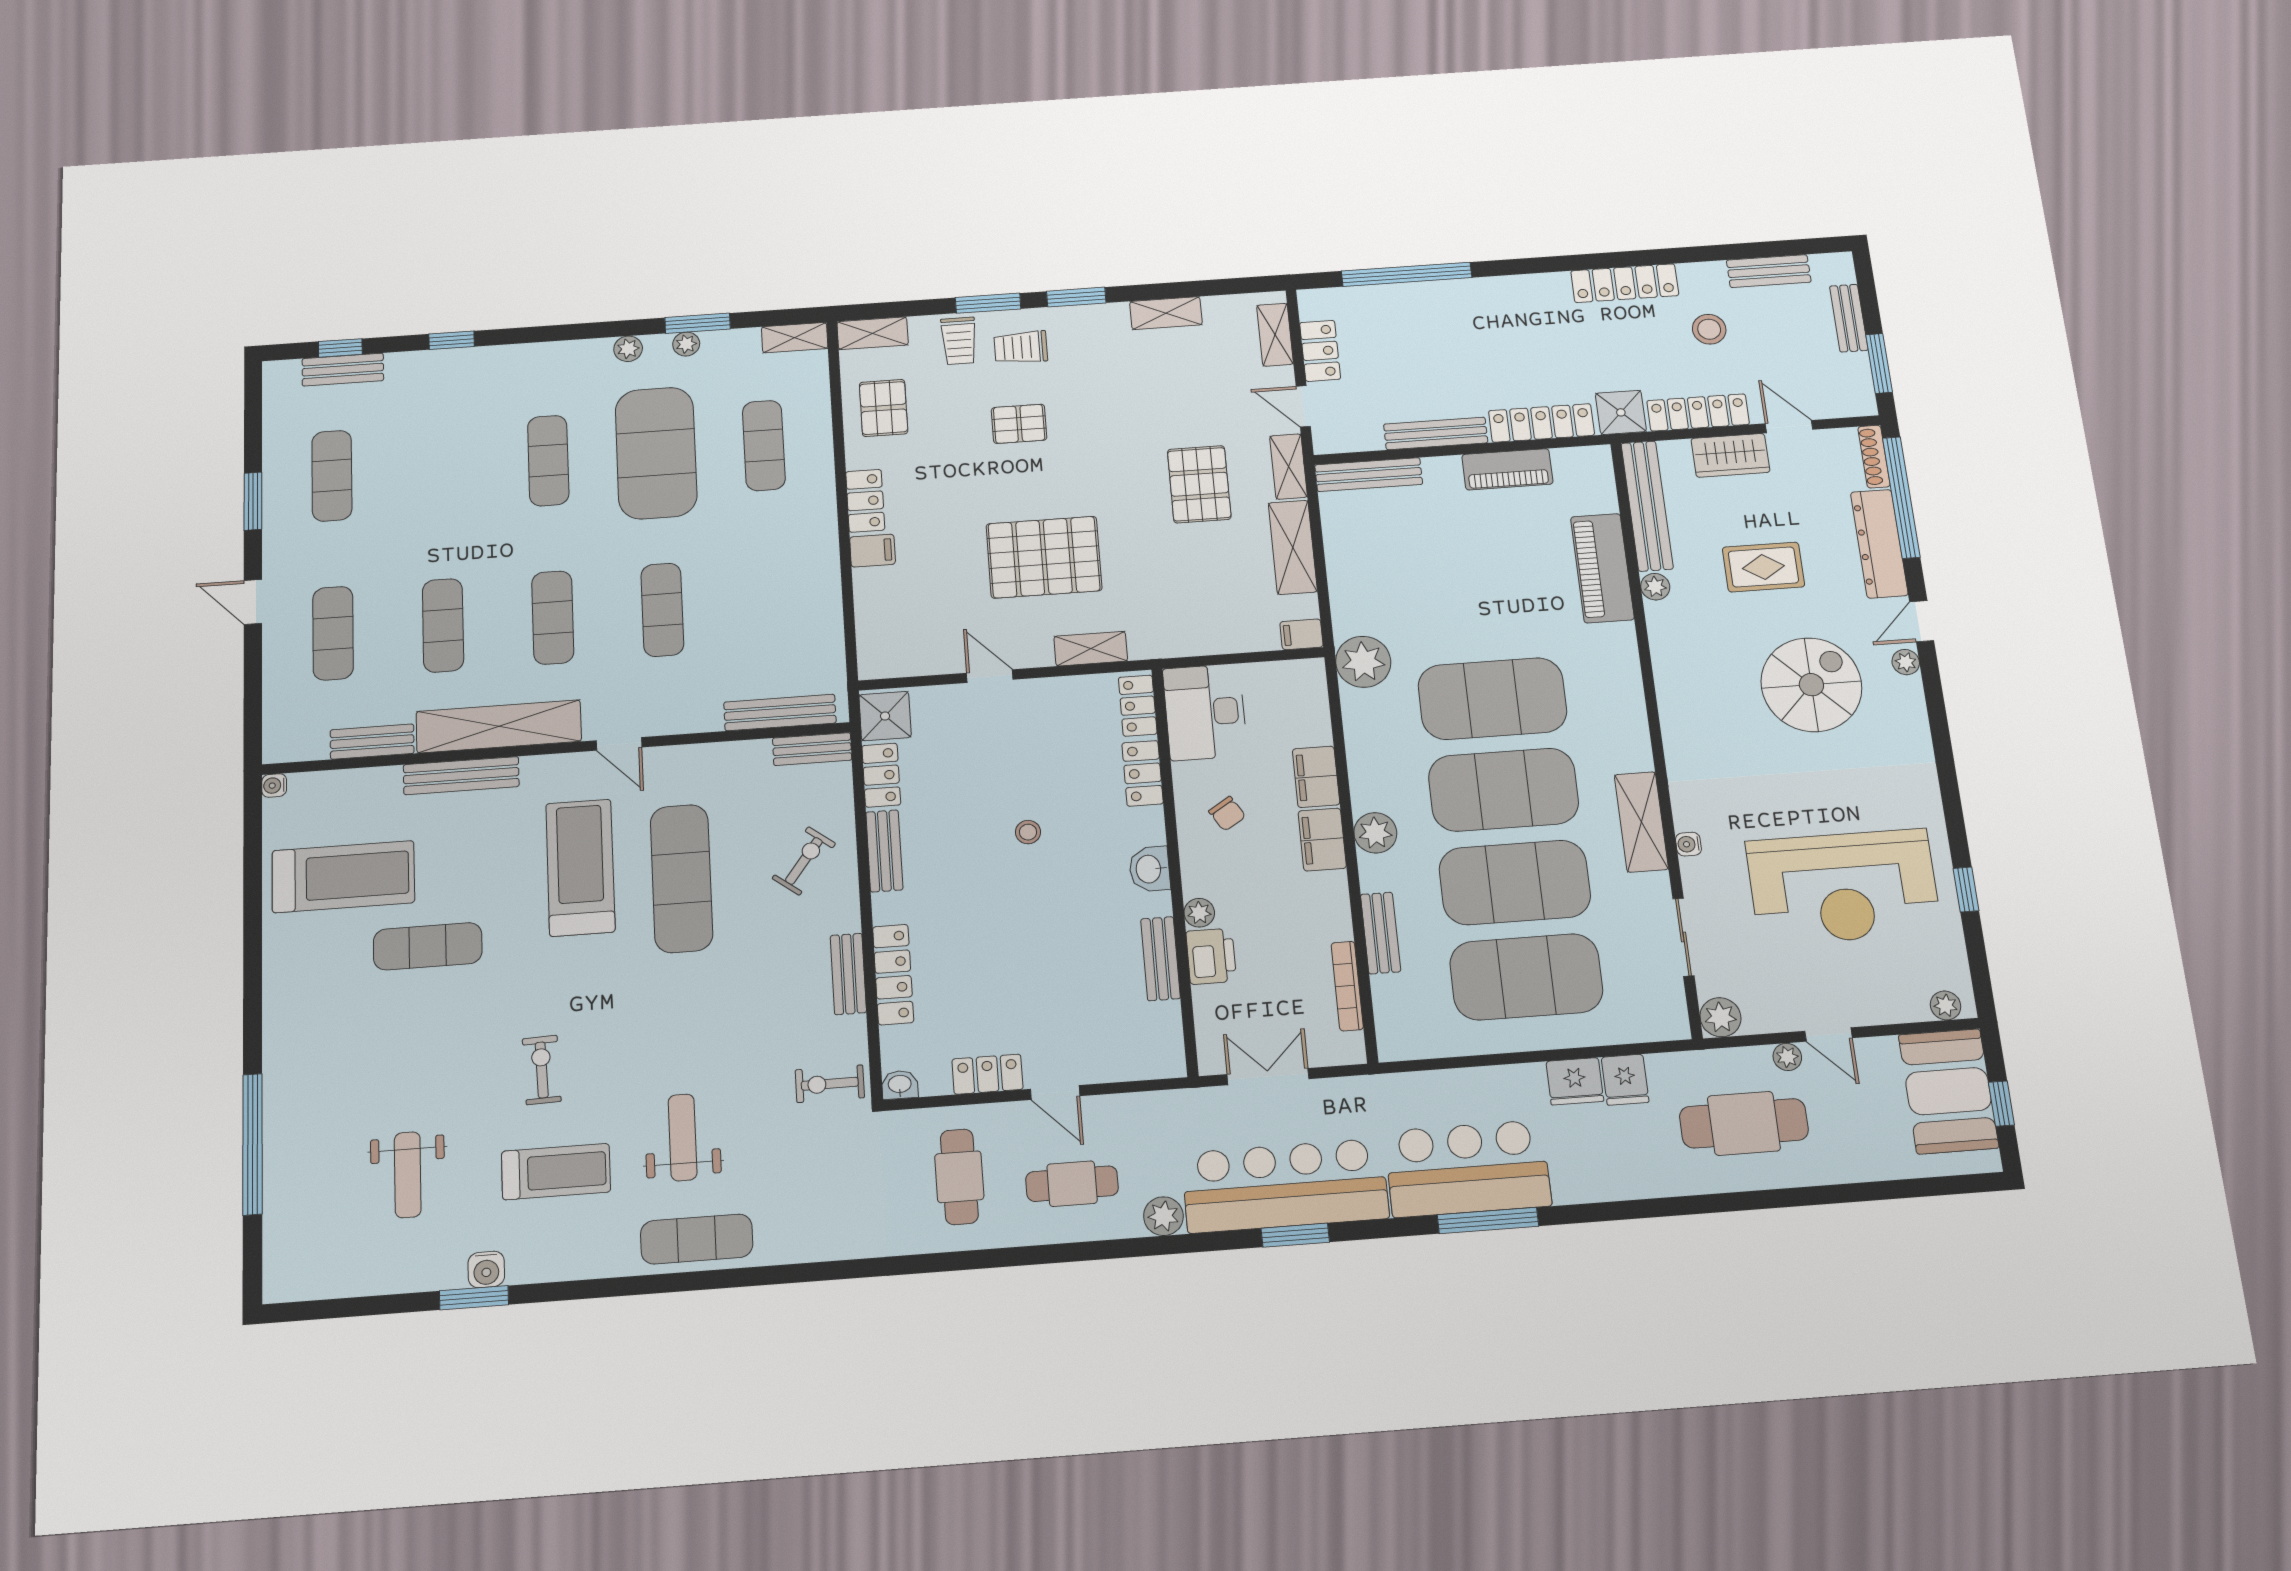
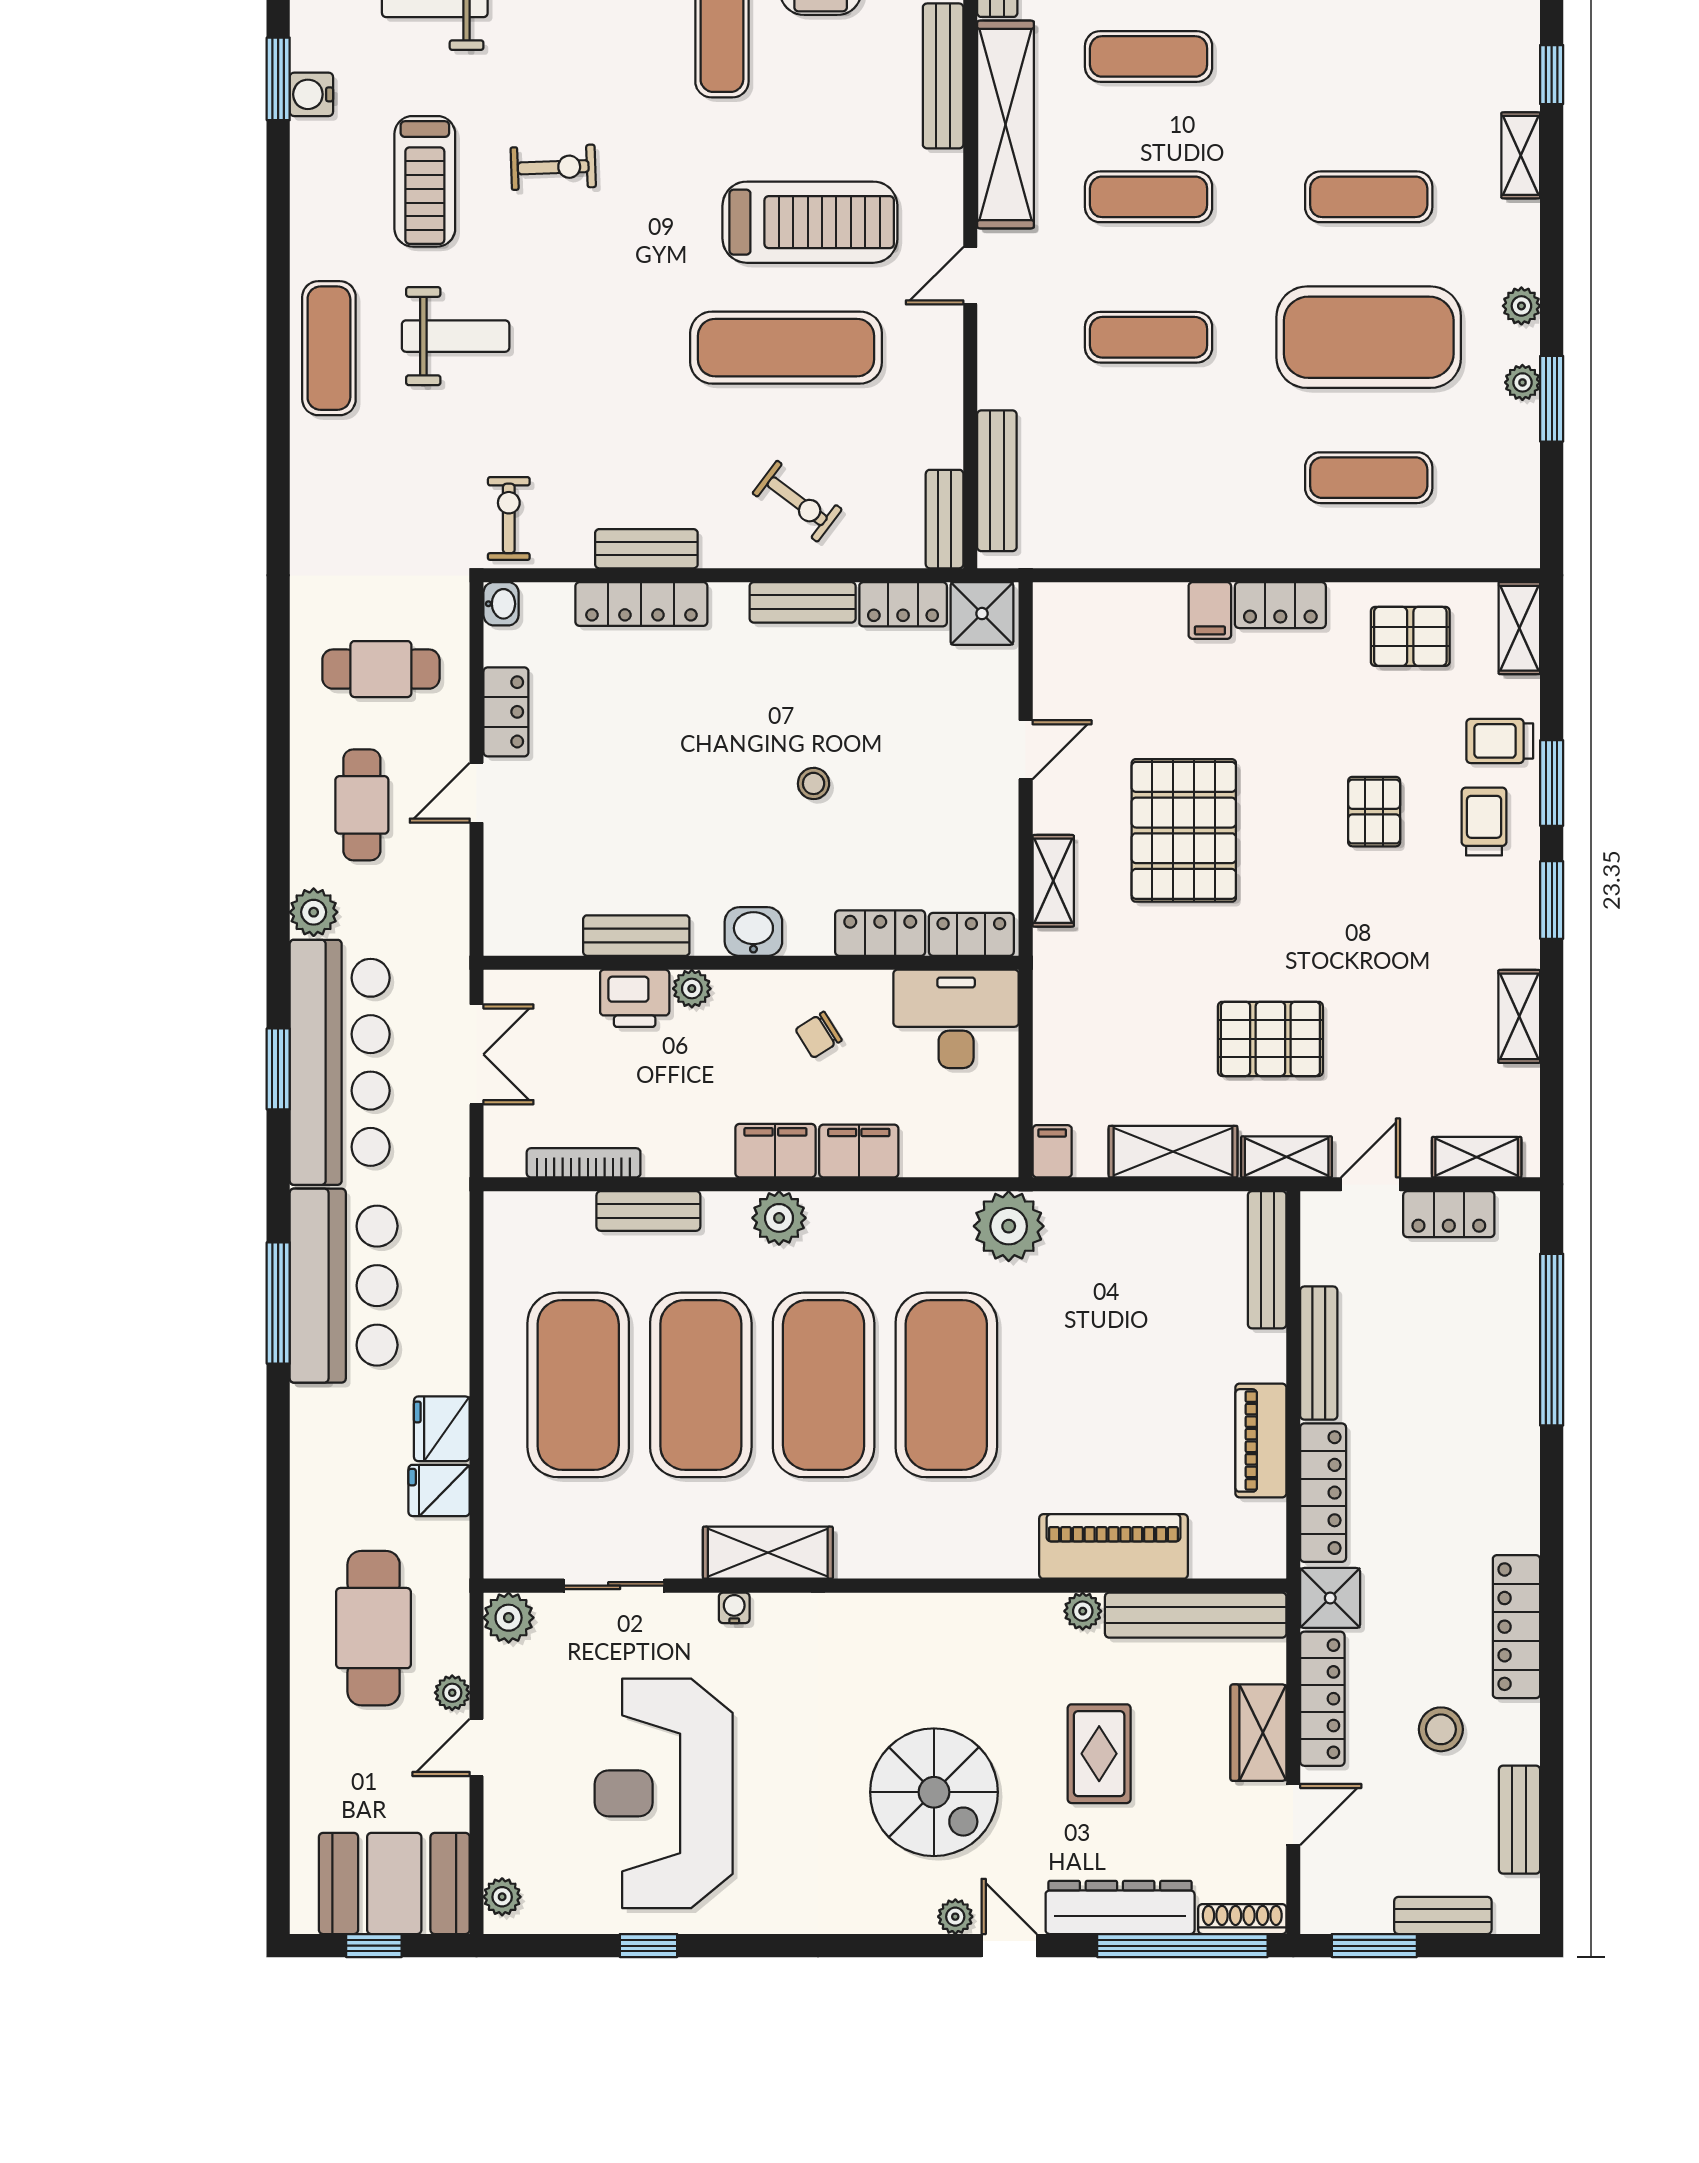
shelving: (795, 338) -> (1521, 155), moved

